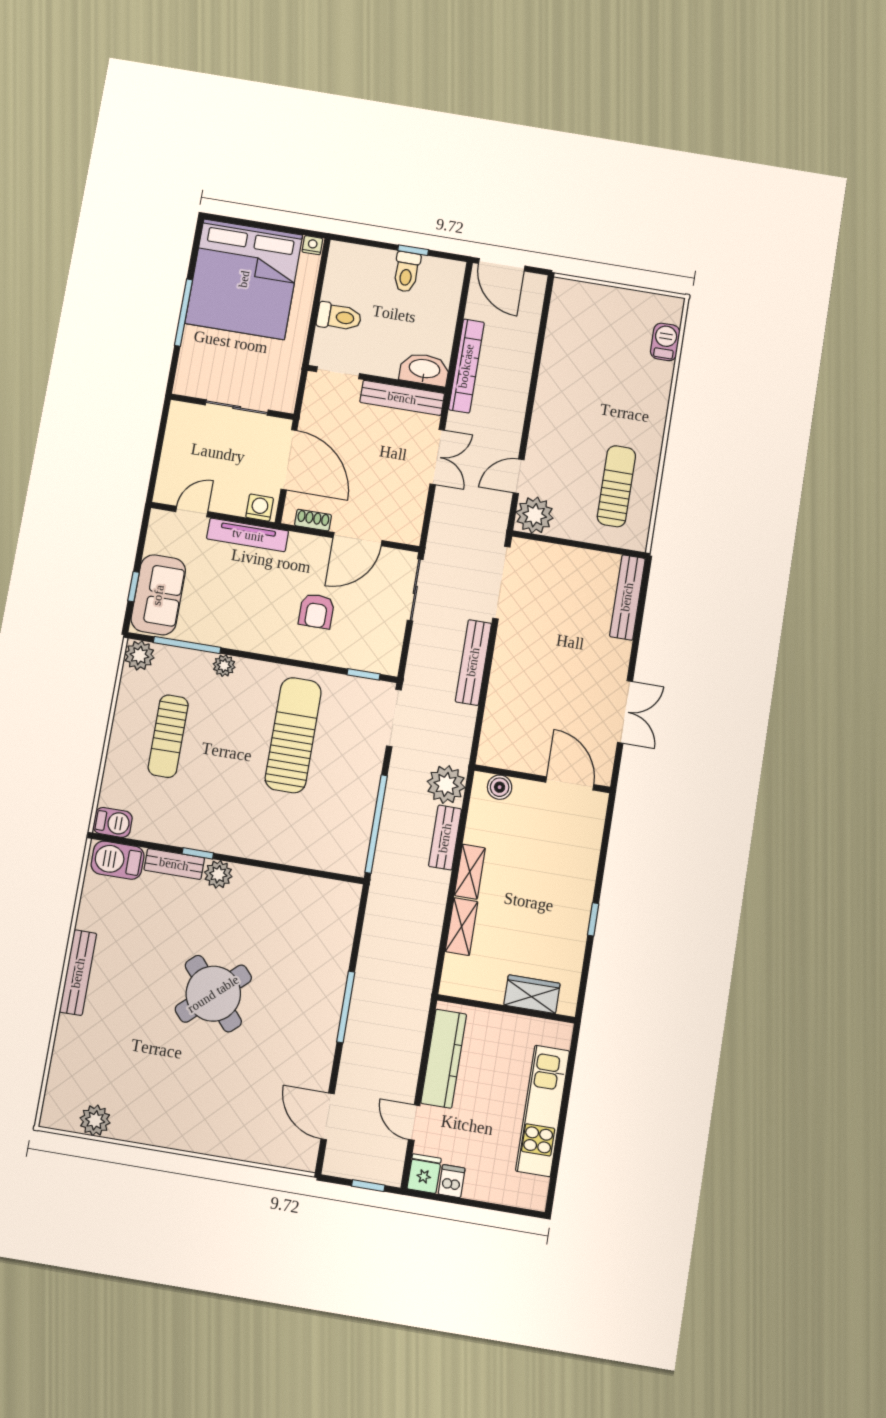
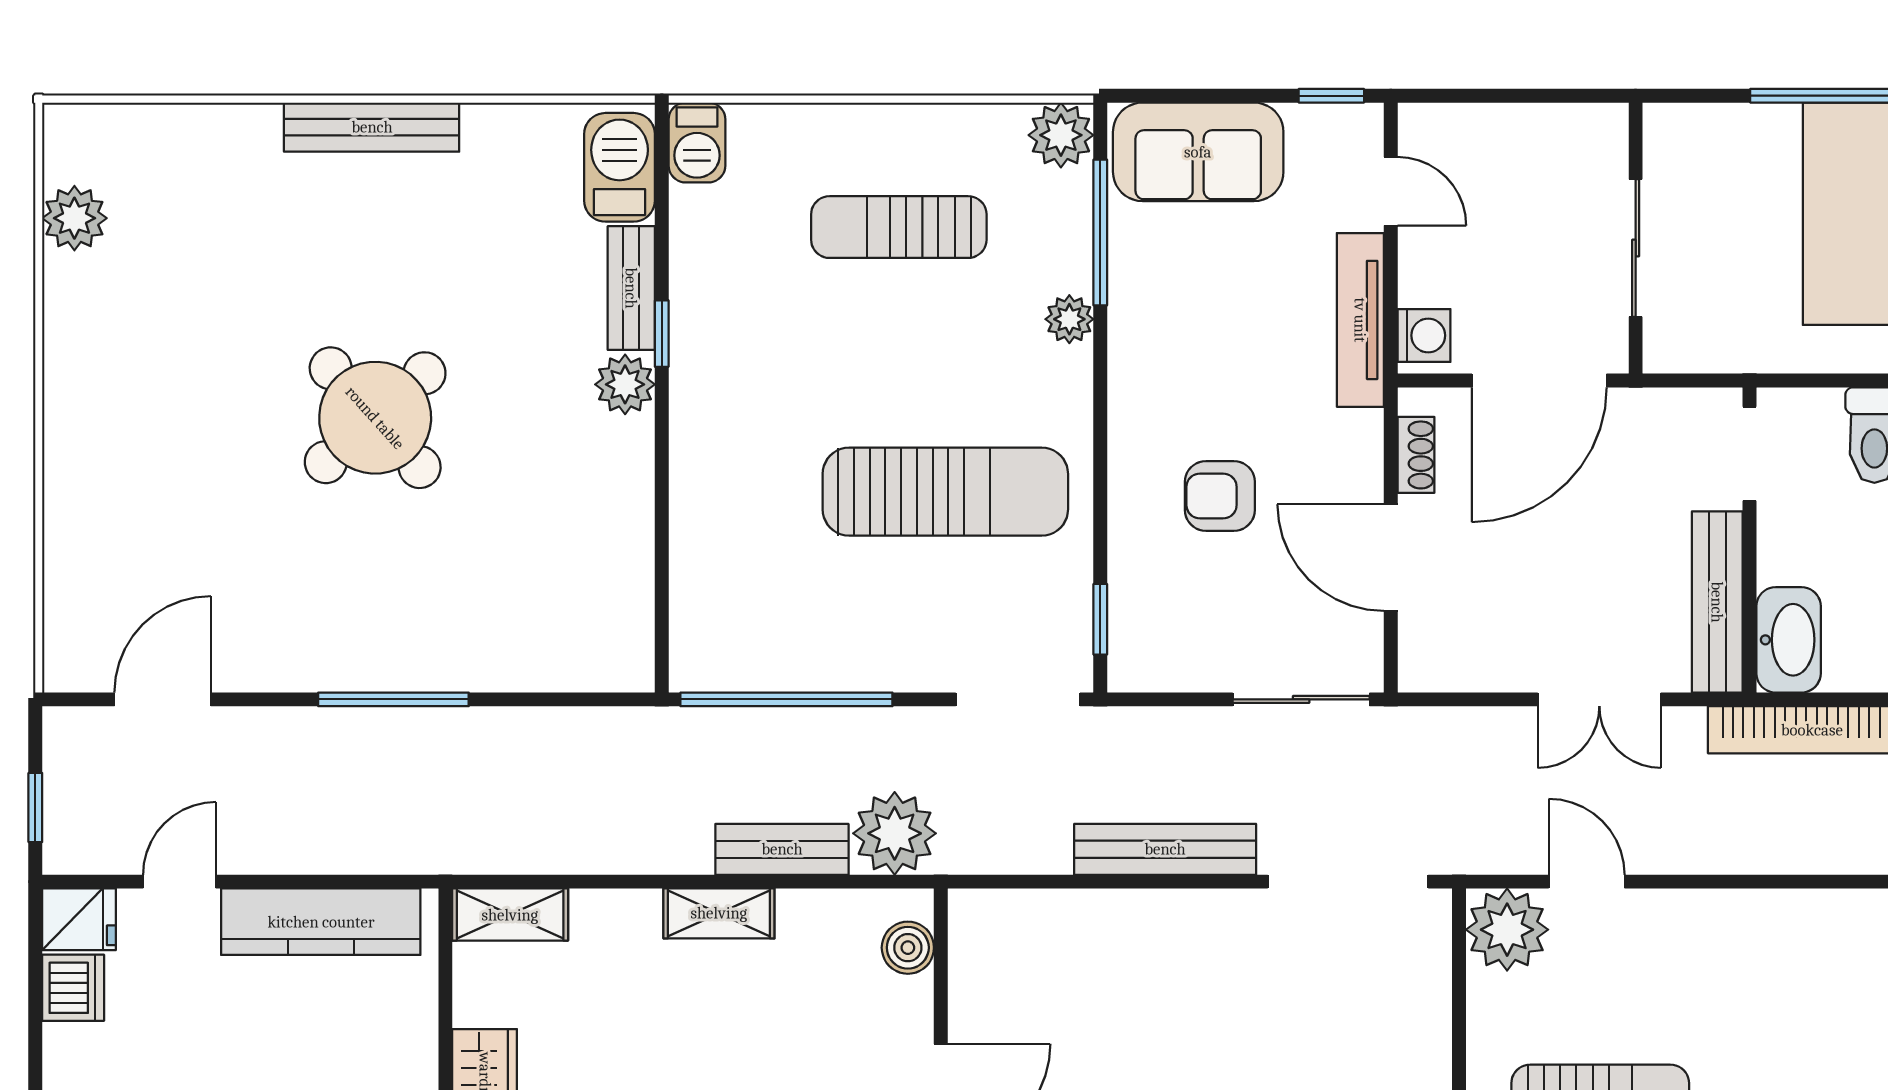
window: (133, 587) -> (1331, 96), moved
shelving: (462, 927) -> (510, 915), moved
dishwasher: (452, 1181) -> (73, 988), width x1.38

